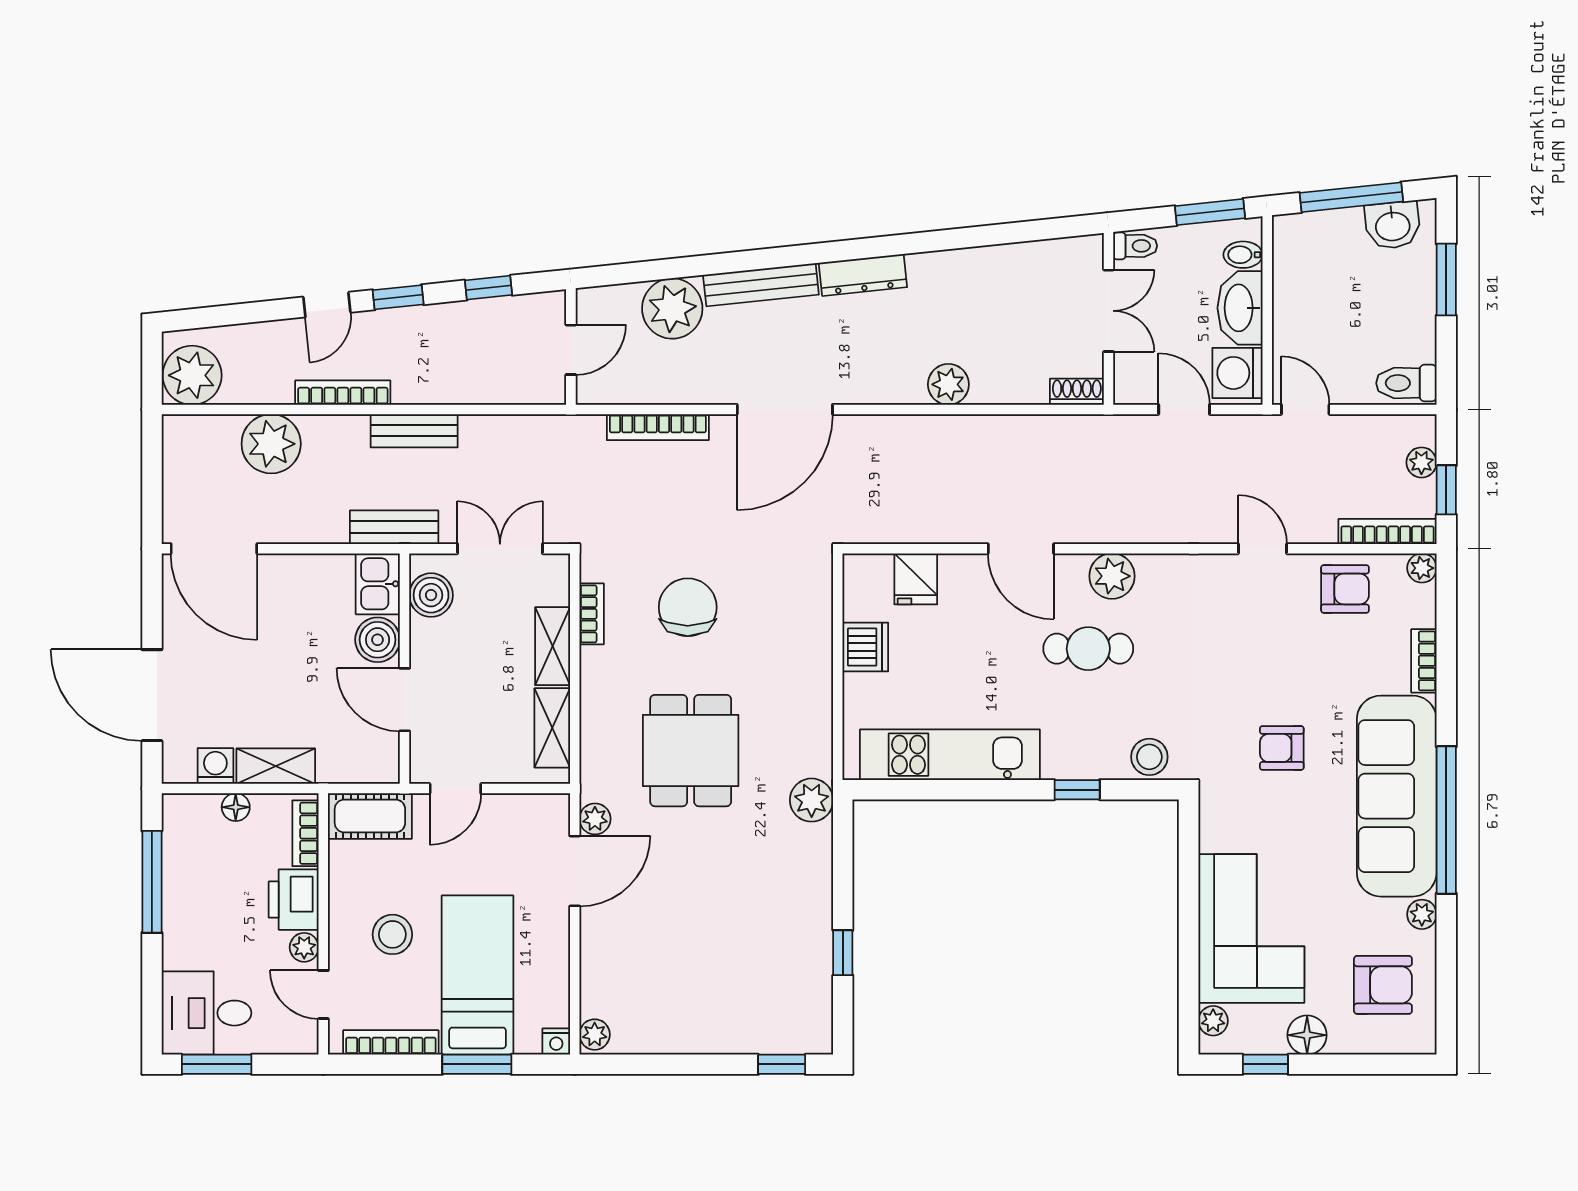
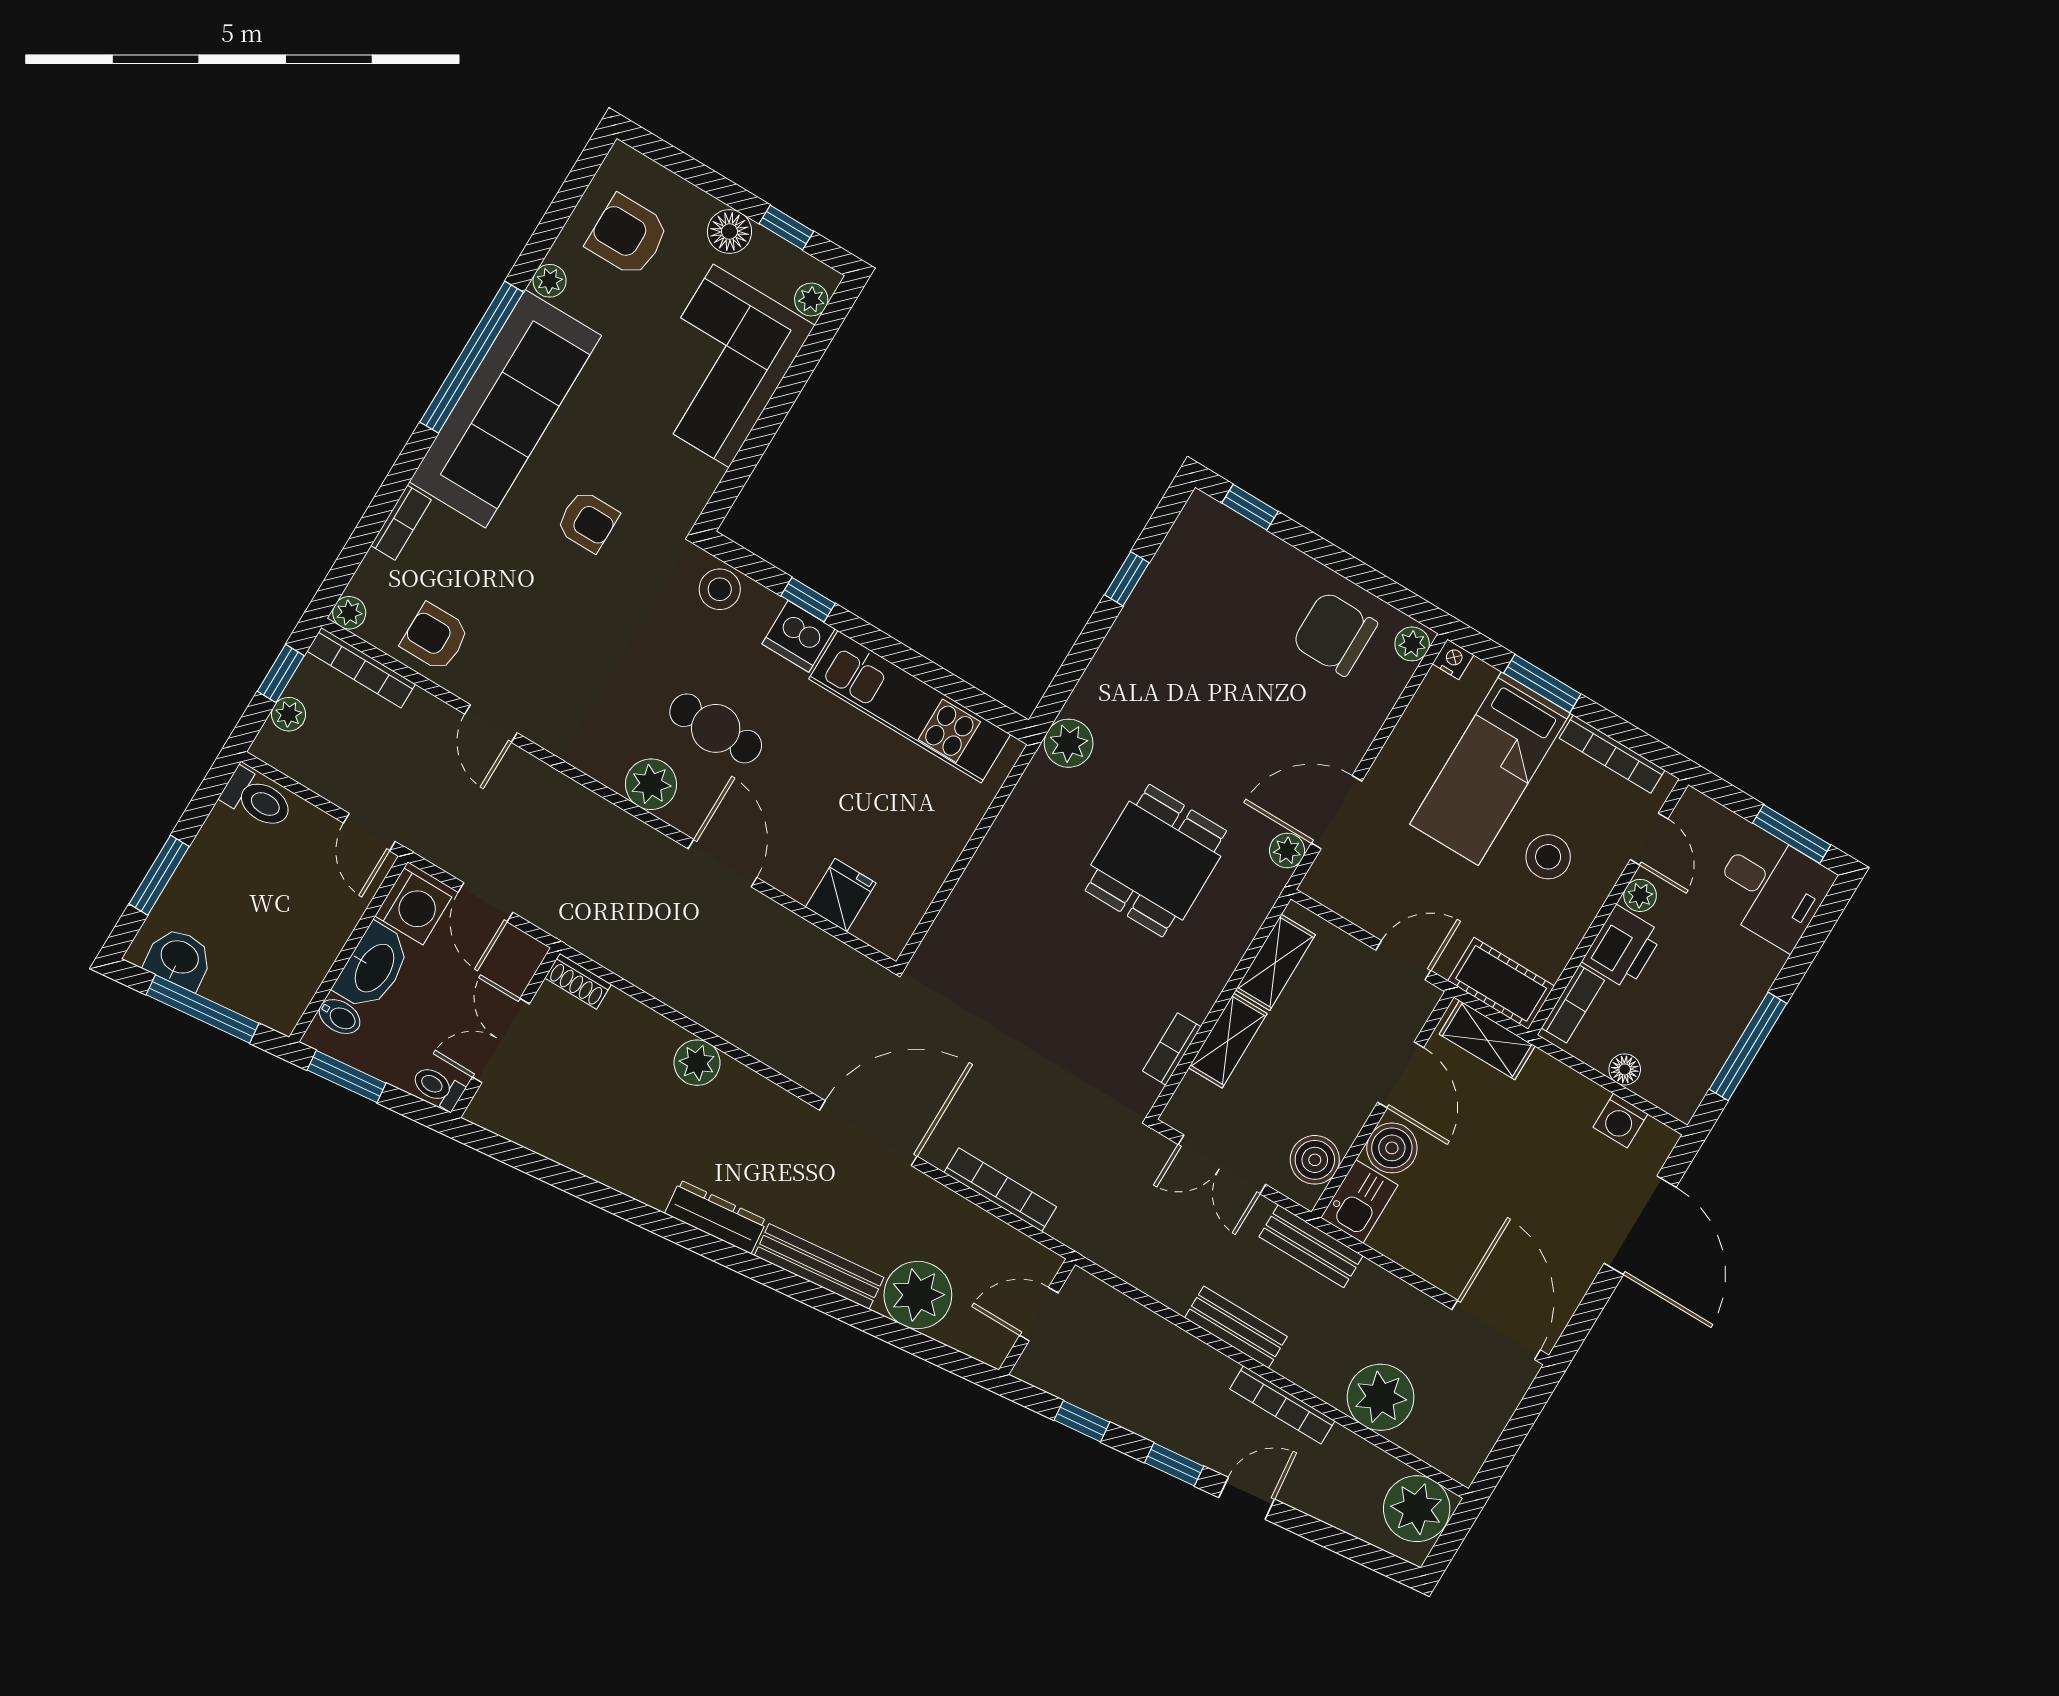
chair: (688, 607) -> (1335, 634), moved, turned 90
dishwasher: (865, 647) -> (798, 636), moved, turned -90
shelving: (276, 766) -> (1487, 1040), moved

